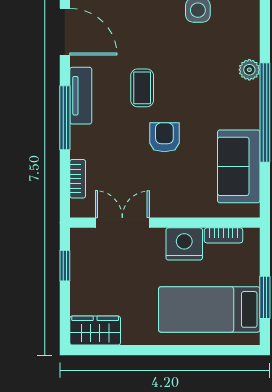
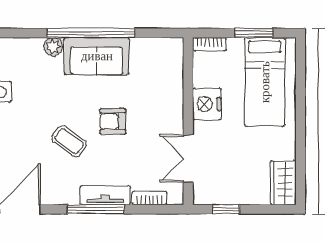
coffee table: (142, 88) -> (69, 141), turned 36
tv unit: (81, 96) -> (105, 195), moved
sofa: (239, 166) -> (97, 56), moved
bookcase: (223, 235) -> (209, 44), moved, turned 90

